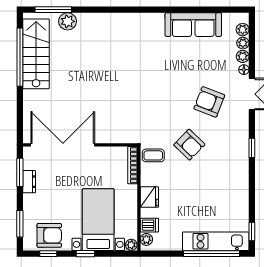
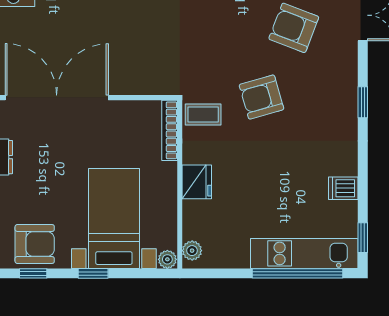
armchair: (189, 145) -> (262, 97), turned 120
dishwasher: (149, 225) -> (343, 188), moved, turned 180

